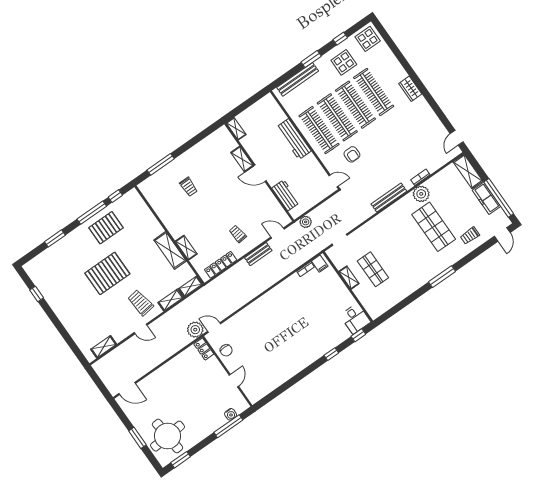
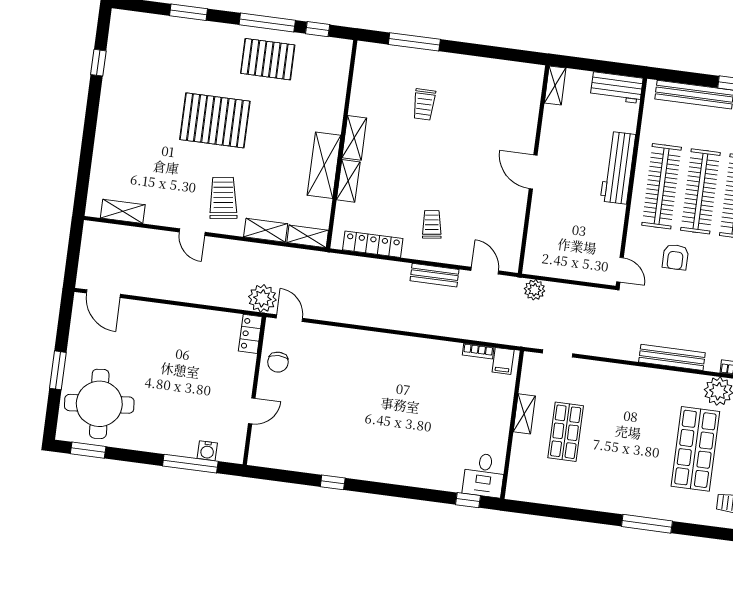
shelving: (242, 159) -> (354, 138), moved
workbench: (286, 195) -> (617, 88), moved, turned 90
window: (331, 354) -> (333, 482), moved

